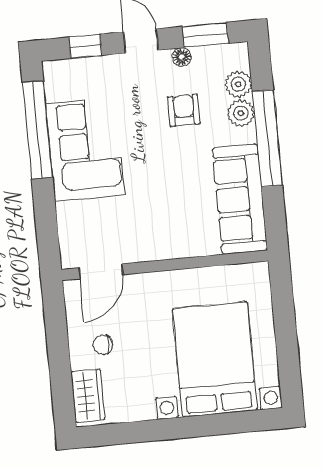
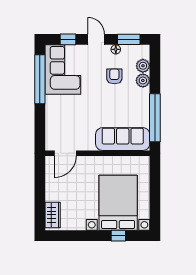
window: (267, 138) -> (155, 118), moved
corner sofa: (85, 149) -> (63, 70), moved
sofa: (240, 199) -> (123, 139), moved, turned 90
chair: (103, 345) -> (63, 190), removed
window: (222, 424) -> (118, 236), added

